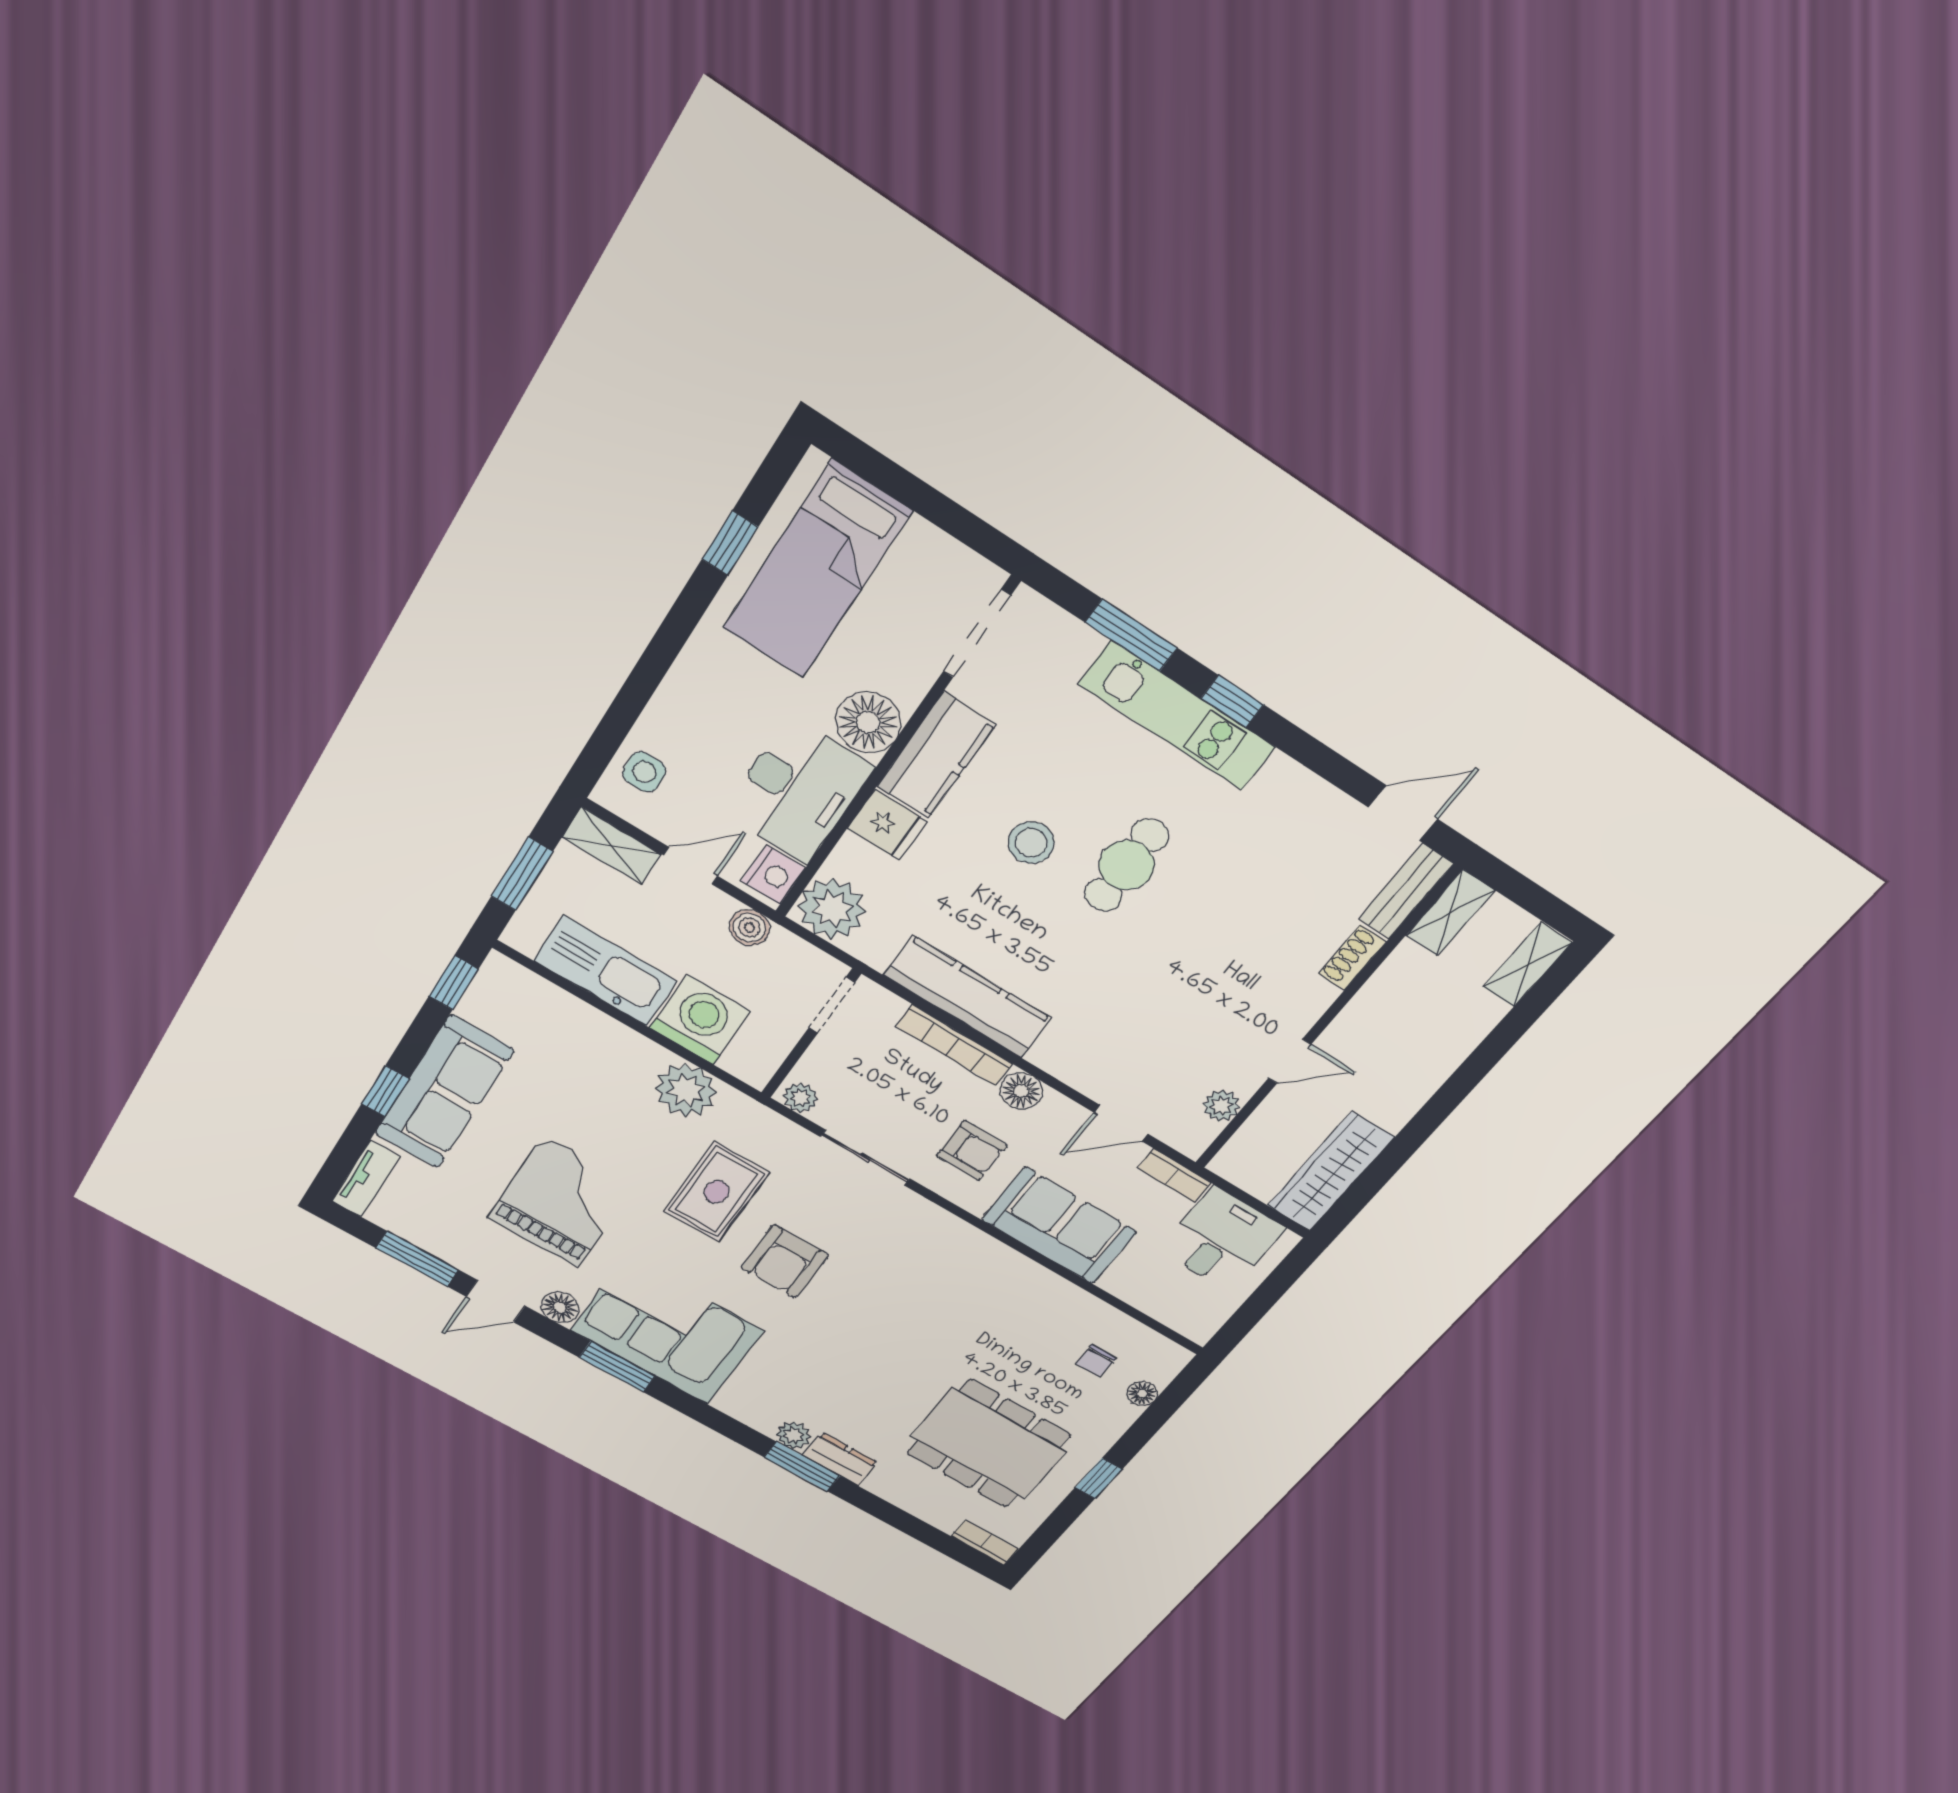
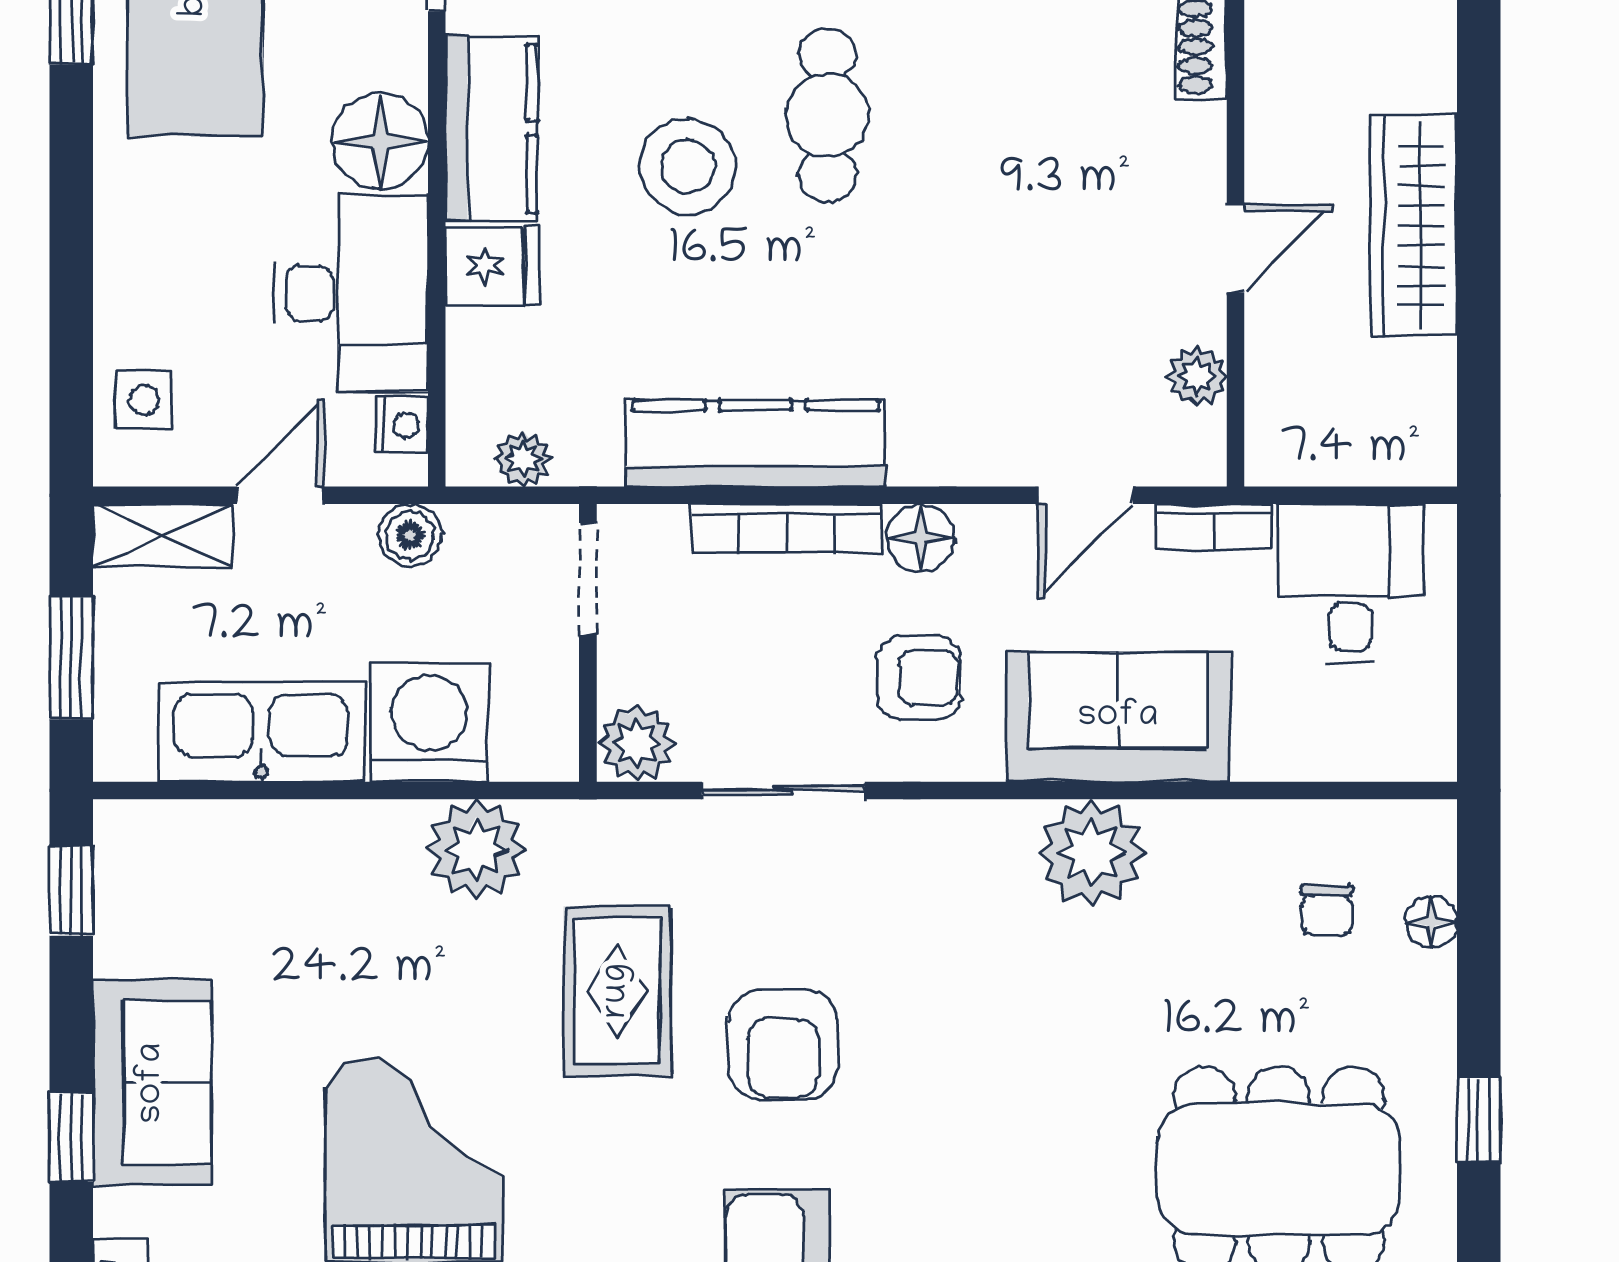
stool: (1031, 843) -> (688, 166), width x1.38, depth x1.38
nightstand: (773, 875) -> (402, 425), width x0.72, depth x0.74
plant: (832, 909) -> (523, 459), width x0.53, depth x0.53
sofa: (444, 1092) -> (152, 1083), width x0.73
plant: (800, 1098) -> (637, 743), width x1.38, depth x1.38
wardrobe: (1331, 1172) -> (1414, 225), moved
plant: (1000, 1273) -> (1091, 853), added

